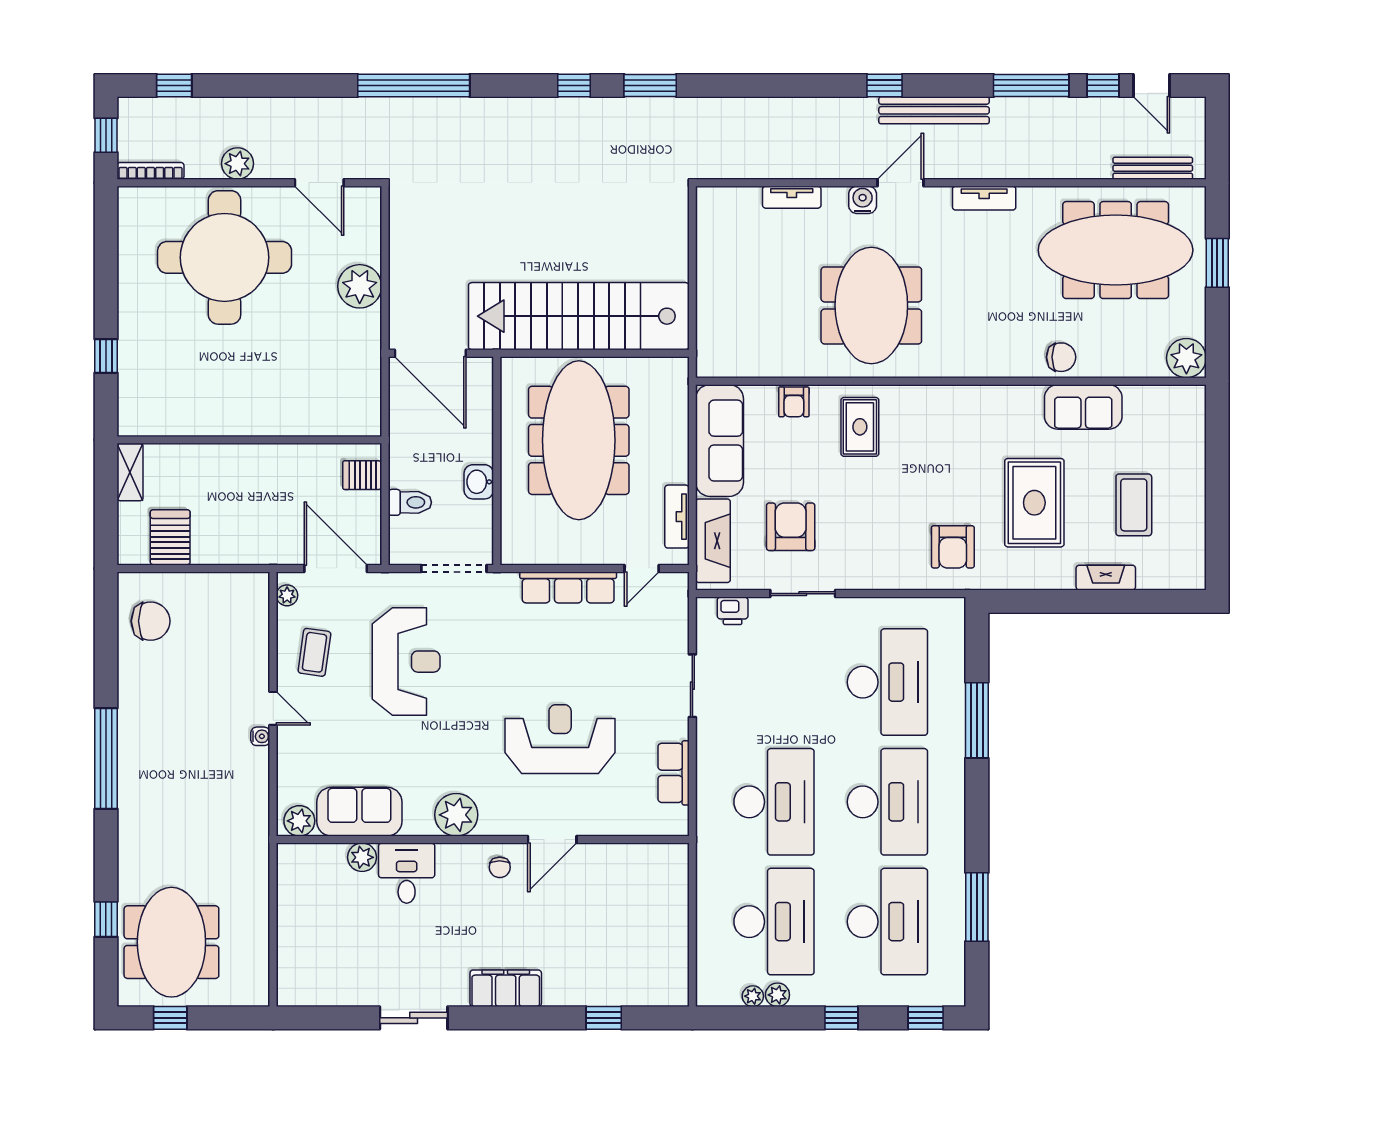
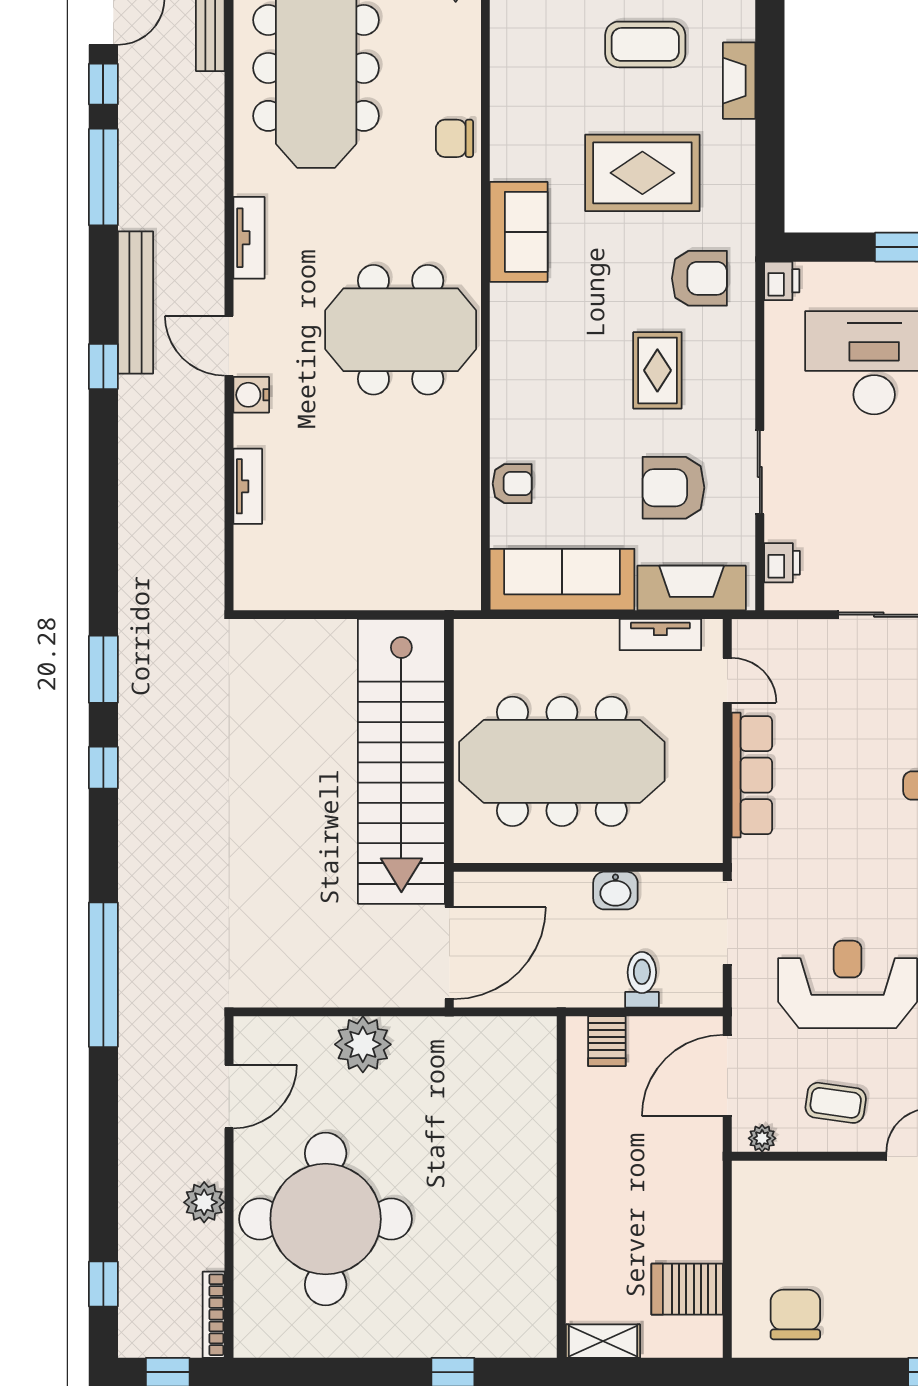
meeting table: (871, 305) -> (401, 330), moved
chair: (1061, 357) -> (454, 138), turned -90
sofa: (1083, 407) -> (519, 232), moved
rug: (860, 427) -> (657, 370), moved, turned 90
printer: (951, 611) -> (782, 281), added

